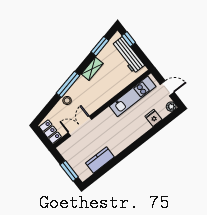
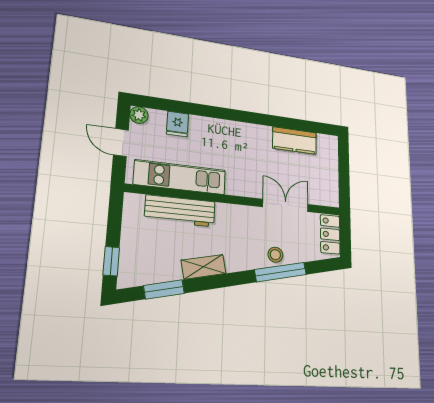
workbench: (128, 55) -> (180, 211), moved, turned 90
window: (68, 84) -> (281, 272), moved
double door: (80, 126) -> (285, 206), swing flipped
window: (69, 171) -> (344, 164), removed

